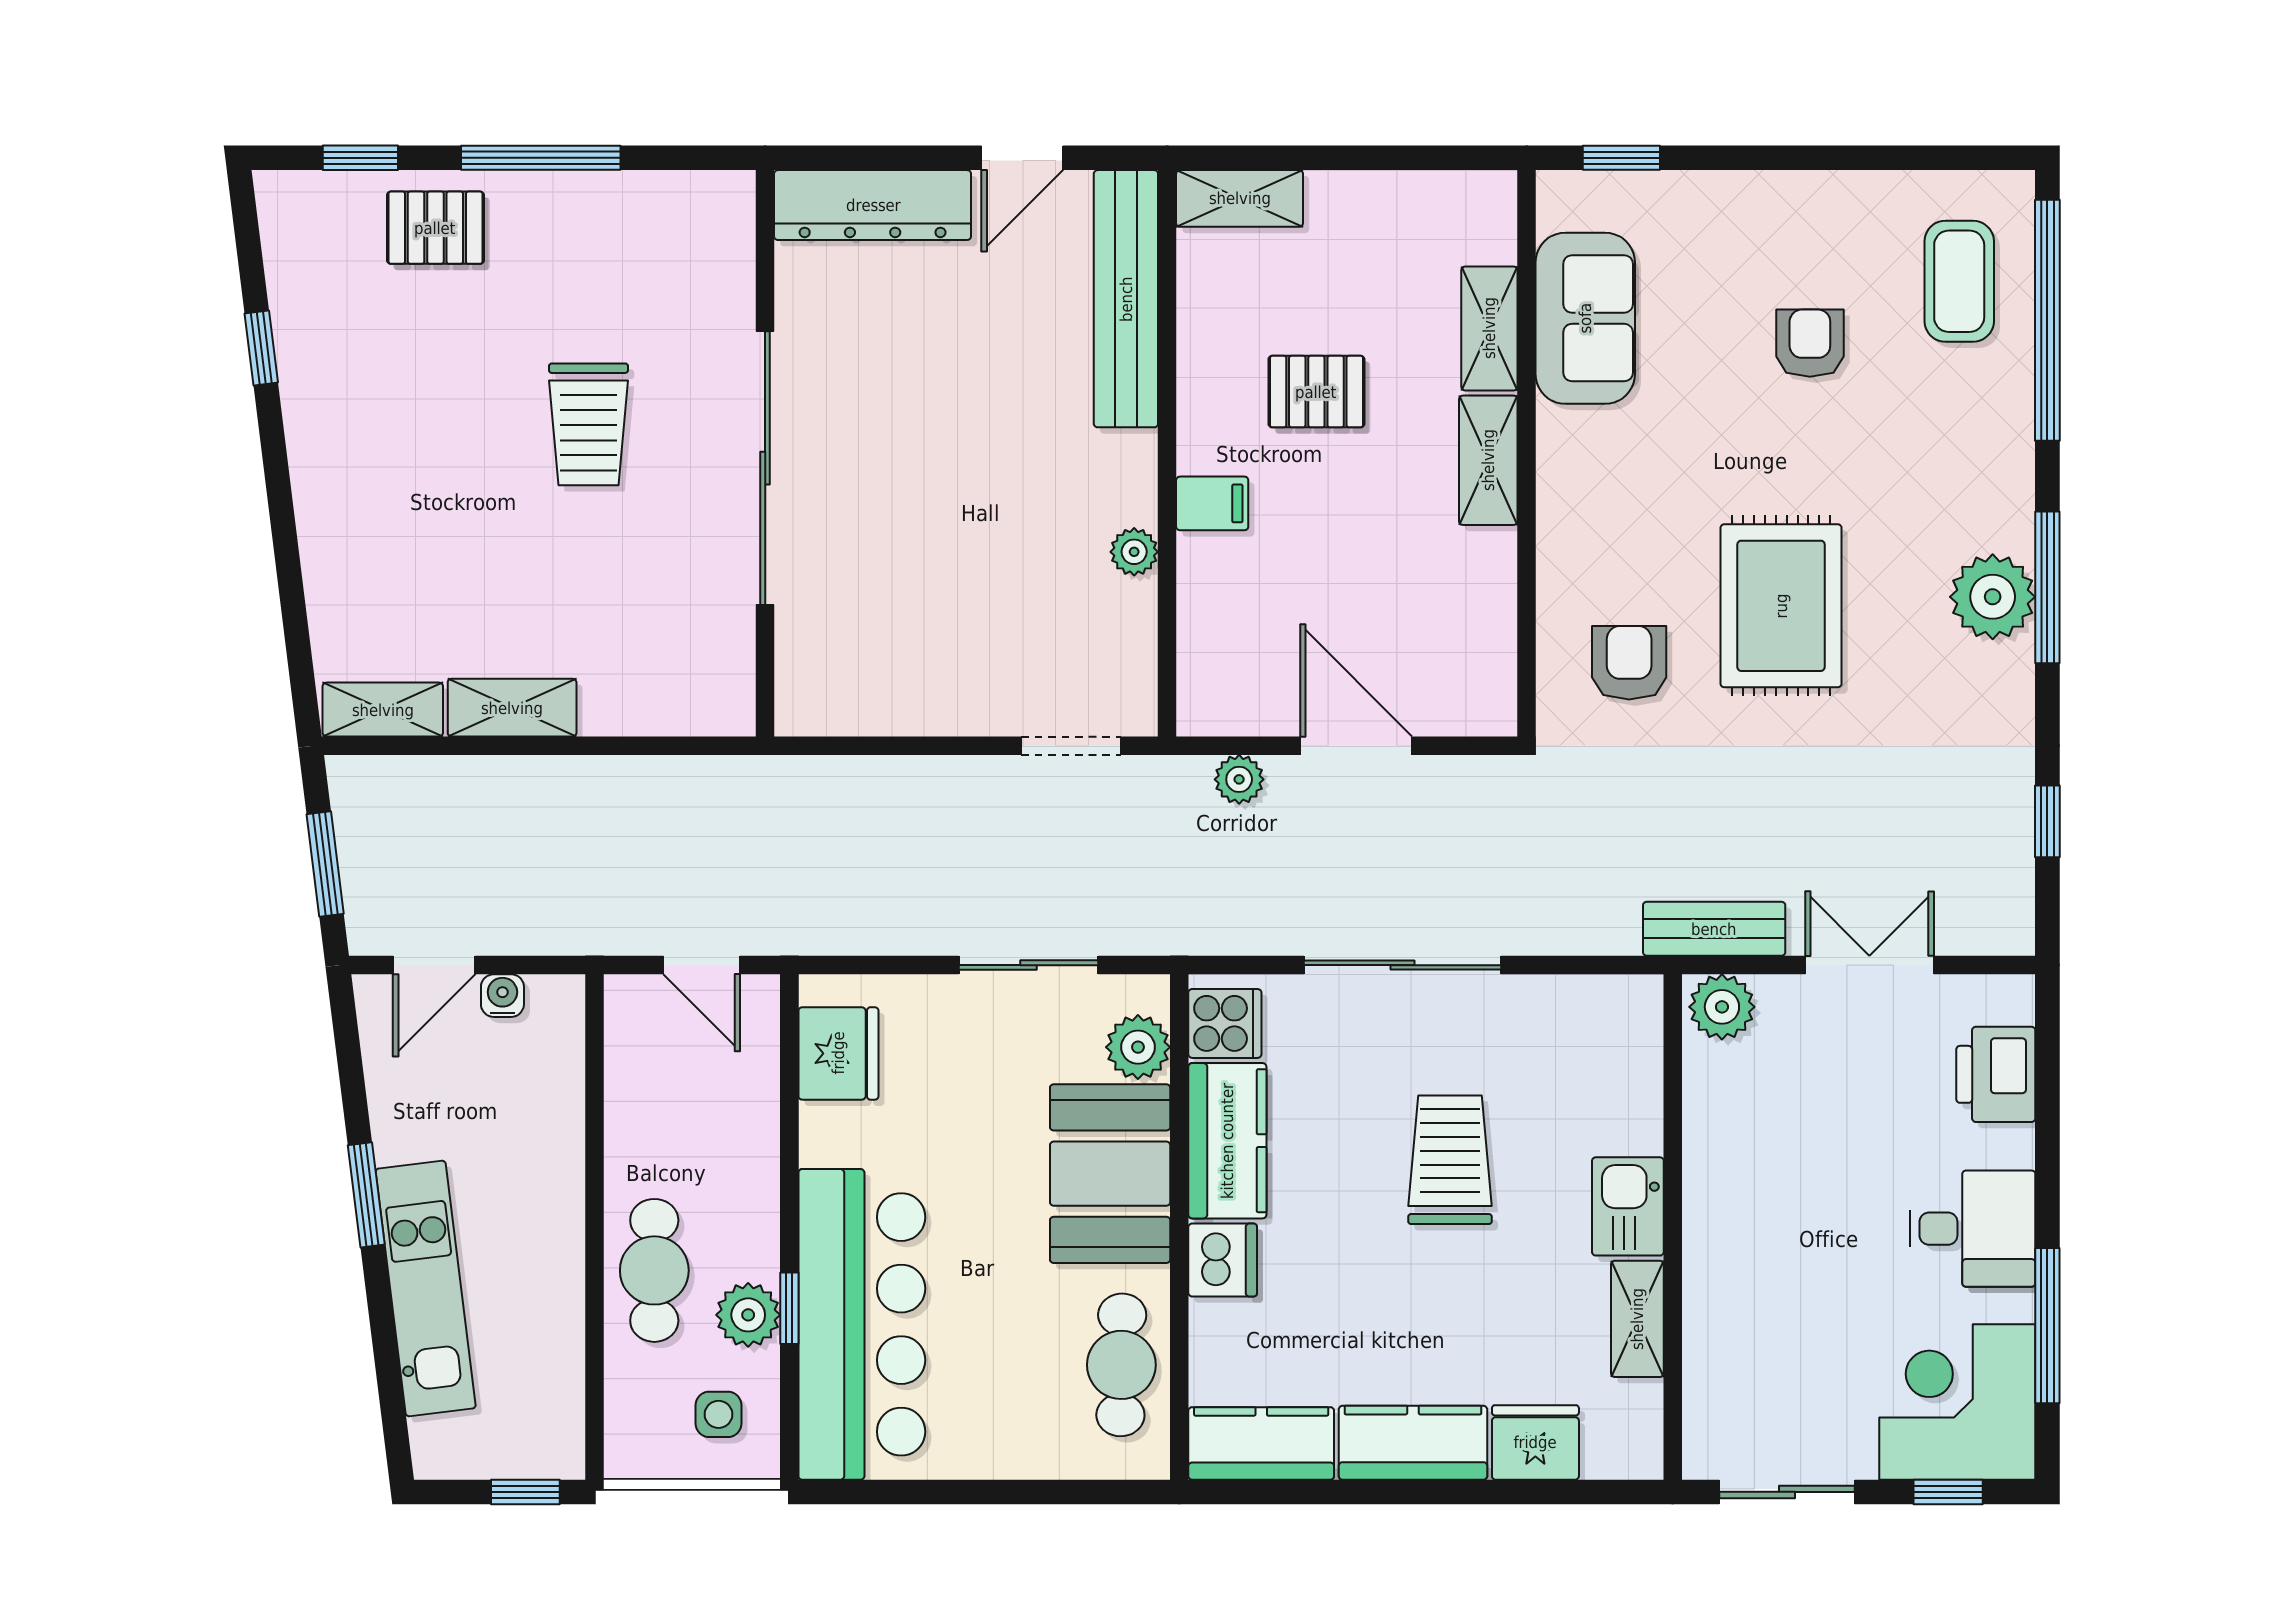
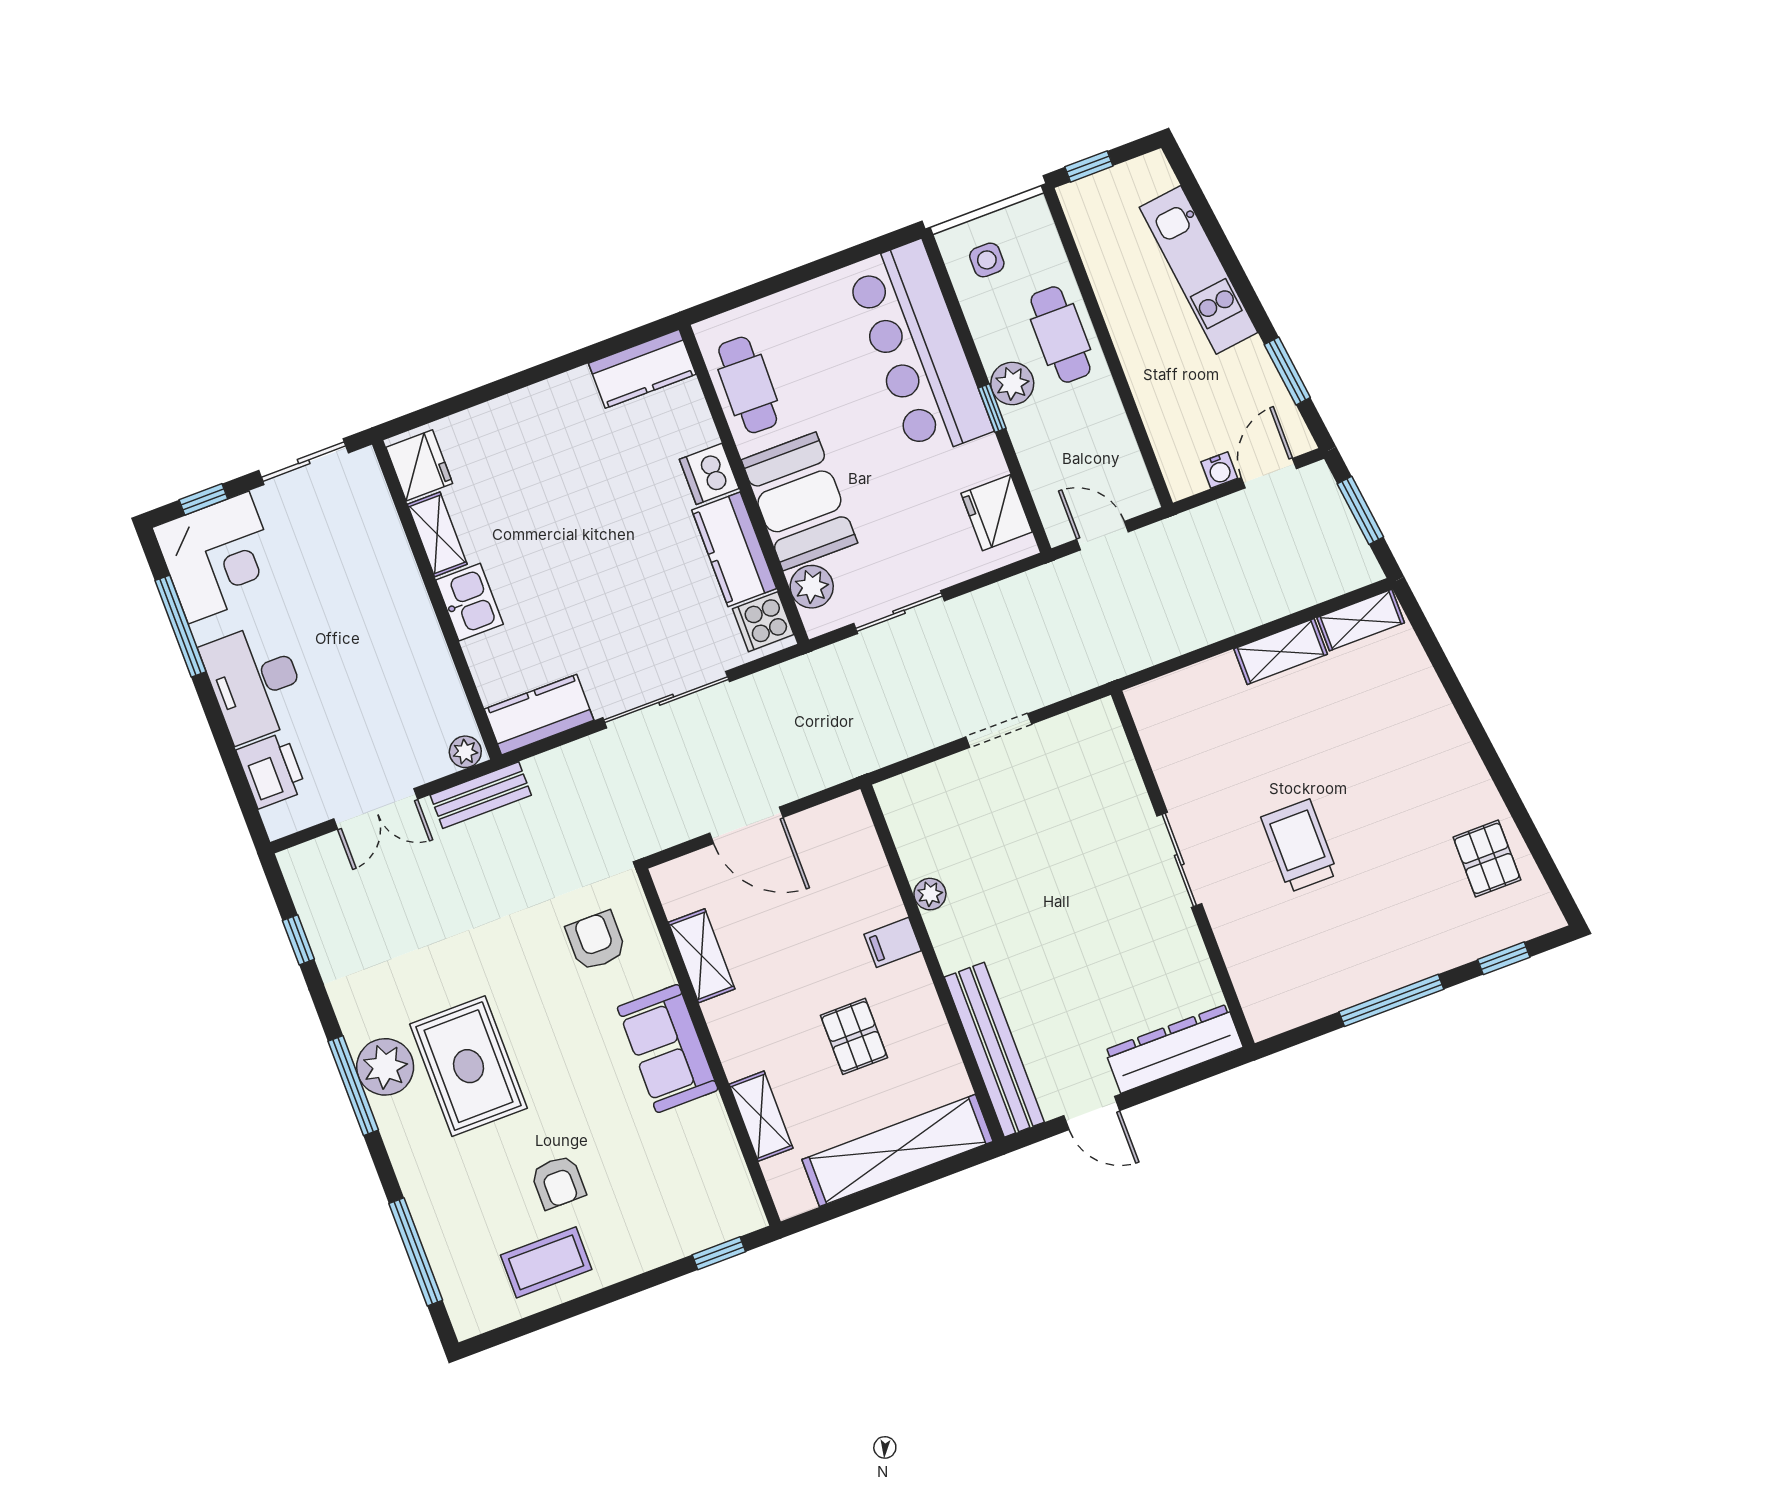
door: (1022, 158) -> (1092, 1113), swing flipped
shelving: (1240, 198) -> (897, 1150), width x2.20, depth x1.33
pallet: (435, 228) -> (1487, 858), moved, turned 90
coffee table: (1959, 281) -> (546, 1262), moved, turned 90
sofa: (1585, 318) -> (668, 1049), moved
window: (2047, 320) -> (416, 1252), width x0.68
window: (261, 348) -> (1521, 817), removed
pallet: (1316, 392) -> (854, 1036), turned 90
shelving: (1488, 460) -> (702, 956), moved
sliding door: (765, 468) -> (1179, 860), width x0.54
rug: (1781, 606) -> (468, 1066), moved
armchair: (1629, 663) -> (596, 941), turned 180
doorway: (1071, 746) -> (999, 730), moved
plant: (1239, 779) -> (811, 777), removed
plant: (1722, 1007) -> (465, 752), width x0.73, depth x0.73
trolley: (1450, 1160) -> (591, 590), removed
window: (366, 1195) -> (1287, 371), moved
desk: (1972, 1229) -> (255, 682), width x1.37
window: (789, 1308) -> (992, 408), moved
plant: (748, 1315) -> (1012, 383), moved
fridge: (1535, 1442) -> (419, 465), moved, turned -90
kitchen counter: (1413, 1443) -> (539, 715), moved, turned 180

